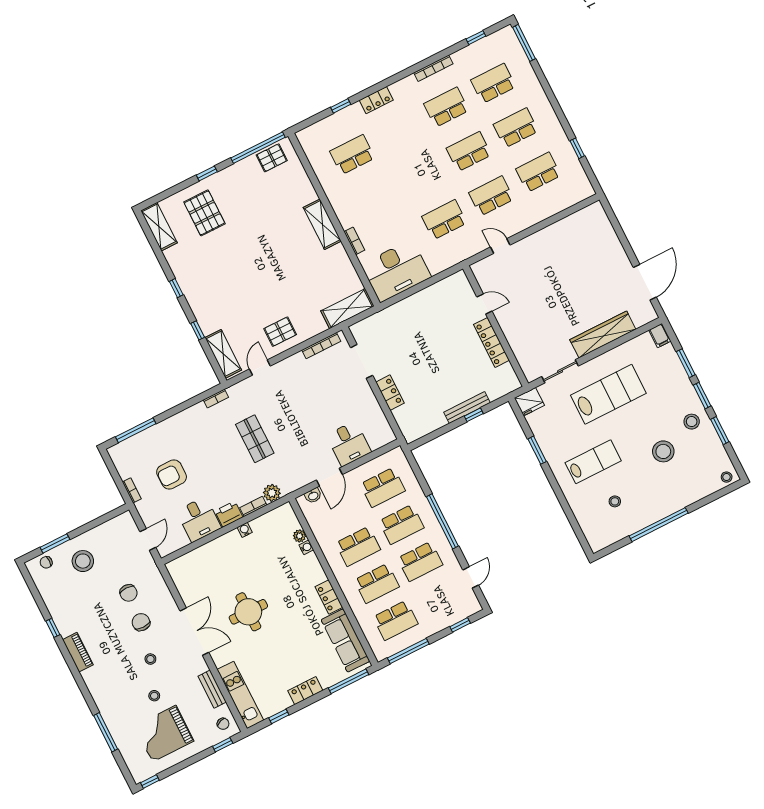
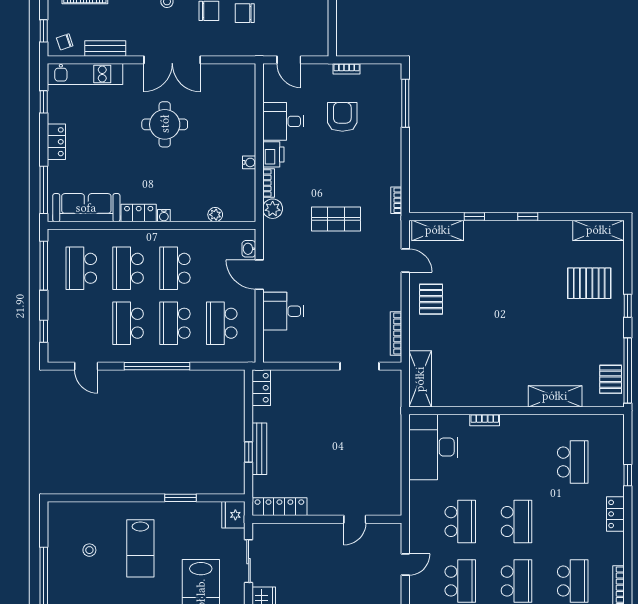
school desk: (422, 175) -> (517, 522), added
shelving: (322, 224) -> (555, 396), moved
locker: (491, 342) -> (279, 507), moved
locker: (390, 393) -> (261, 388), moved, turned -90
water cooler: (306, 547) -> (164, 216), moved

